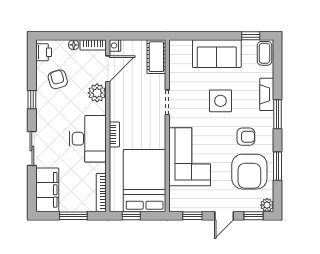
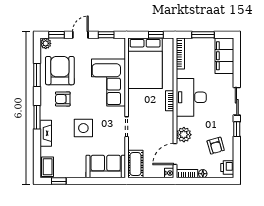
sofa: (217, 54) -> (106, 166), moved
sliding door: (32, 148) -> (237, 101), moved

